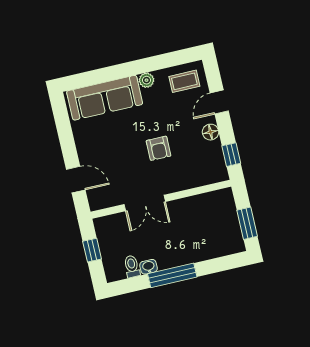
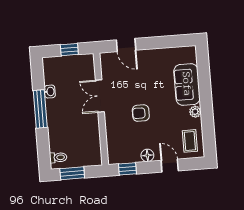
sofa: (105, 98) -> (187, 84), width x0.73
door: (76, 180) -> (126, 45), hinge flipped
toilet: (132, 266) -> (58, 157), moved

